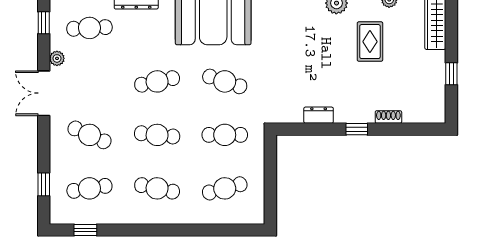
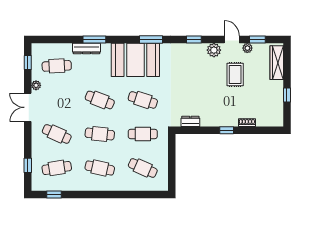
cafe table: (157, 81) -> (100, 100), turned 33
dresser: (319, 115) -> (190, 121), moved
cafe table: (225, 188) -> (143, 168), turned 39

